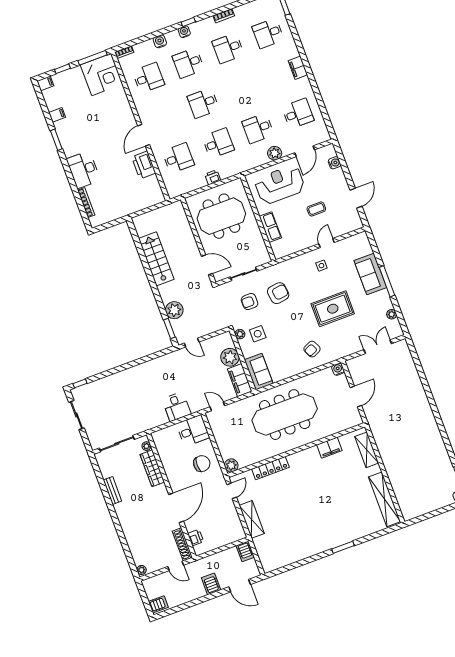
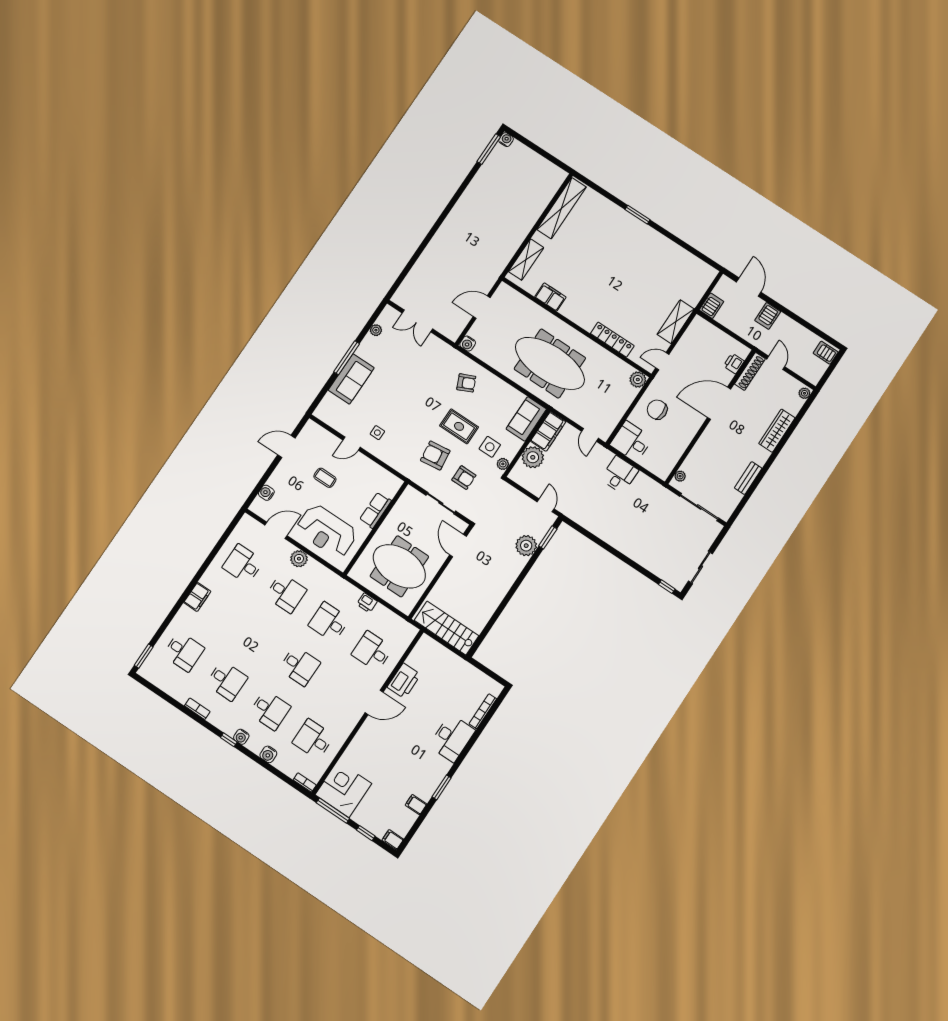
stairs: (156, 259) -> (447, 628), moved, turned 90
rug: (333, 309) -> (459, 426), moved, width x0.73, depth x0.70
wardrobe: (152, 468) -> (777, 431), moved, turned 180

